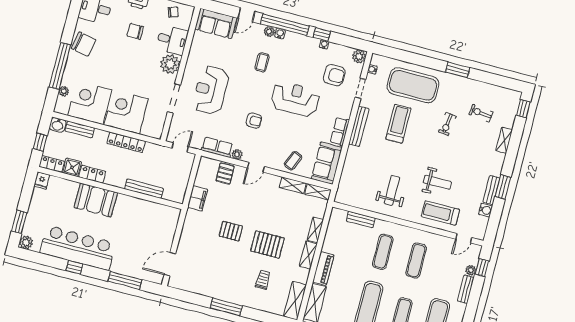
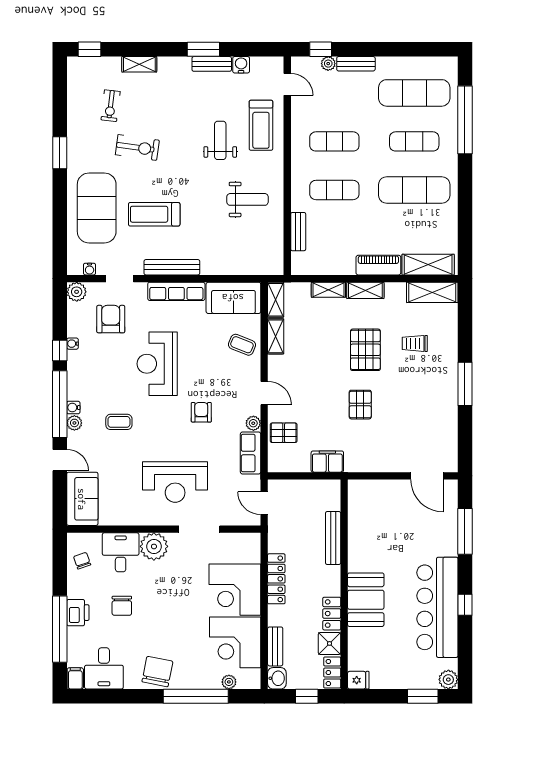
exercise bike: (447, 124) -> (137, 148), width x1.38, depth x1.39
row of seats: (340, 131) -> (176, 291), width x1.48
weight bench: (392, 190) -> (247, 199), turned 180

